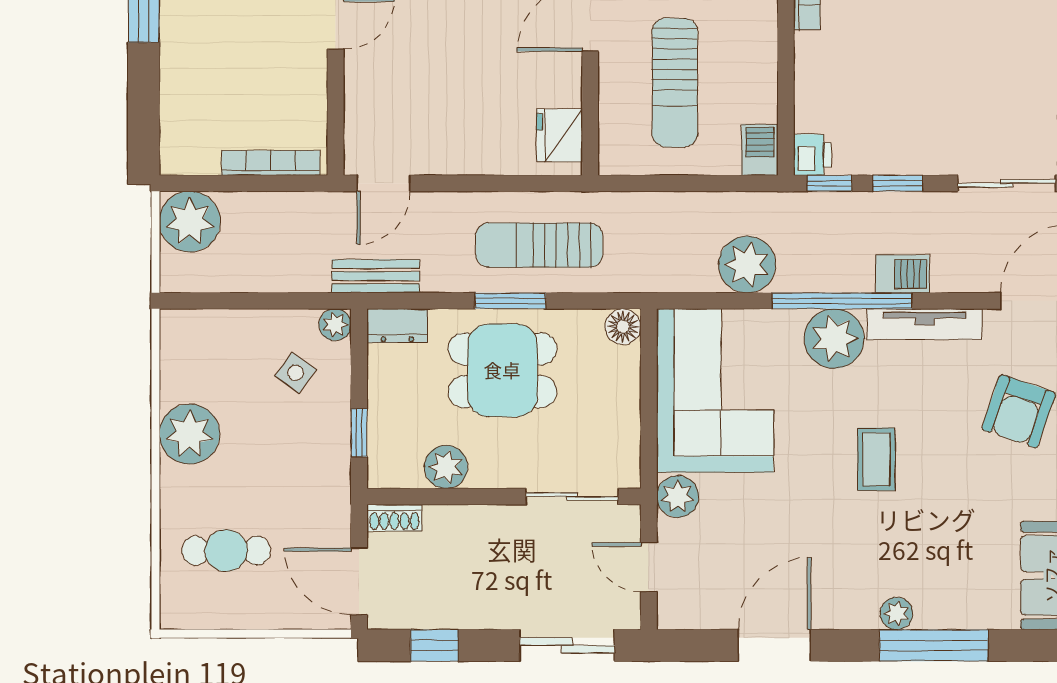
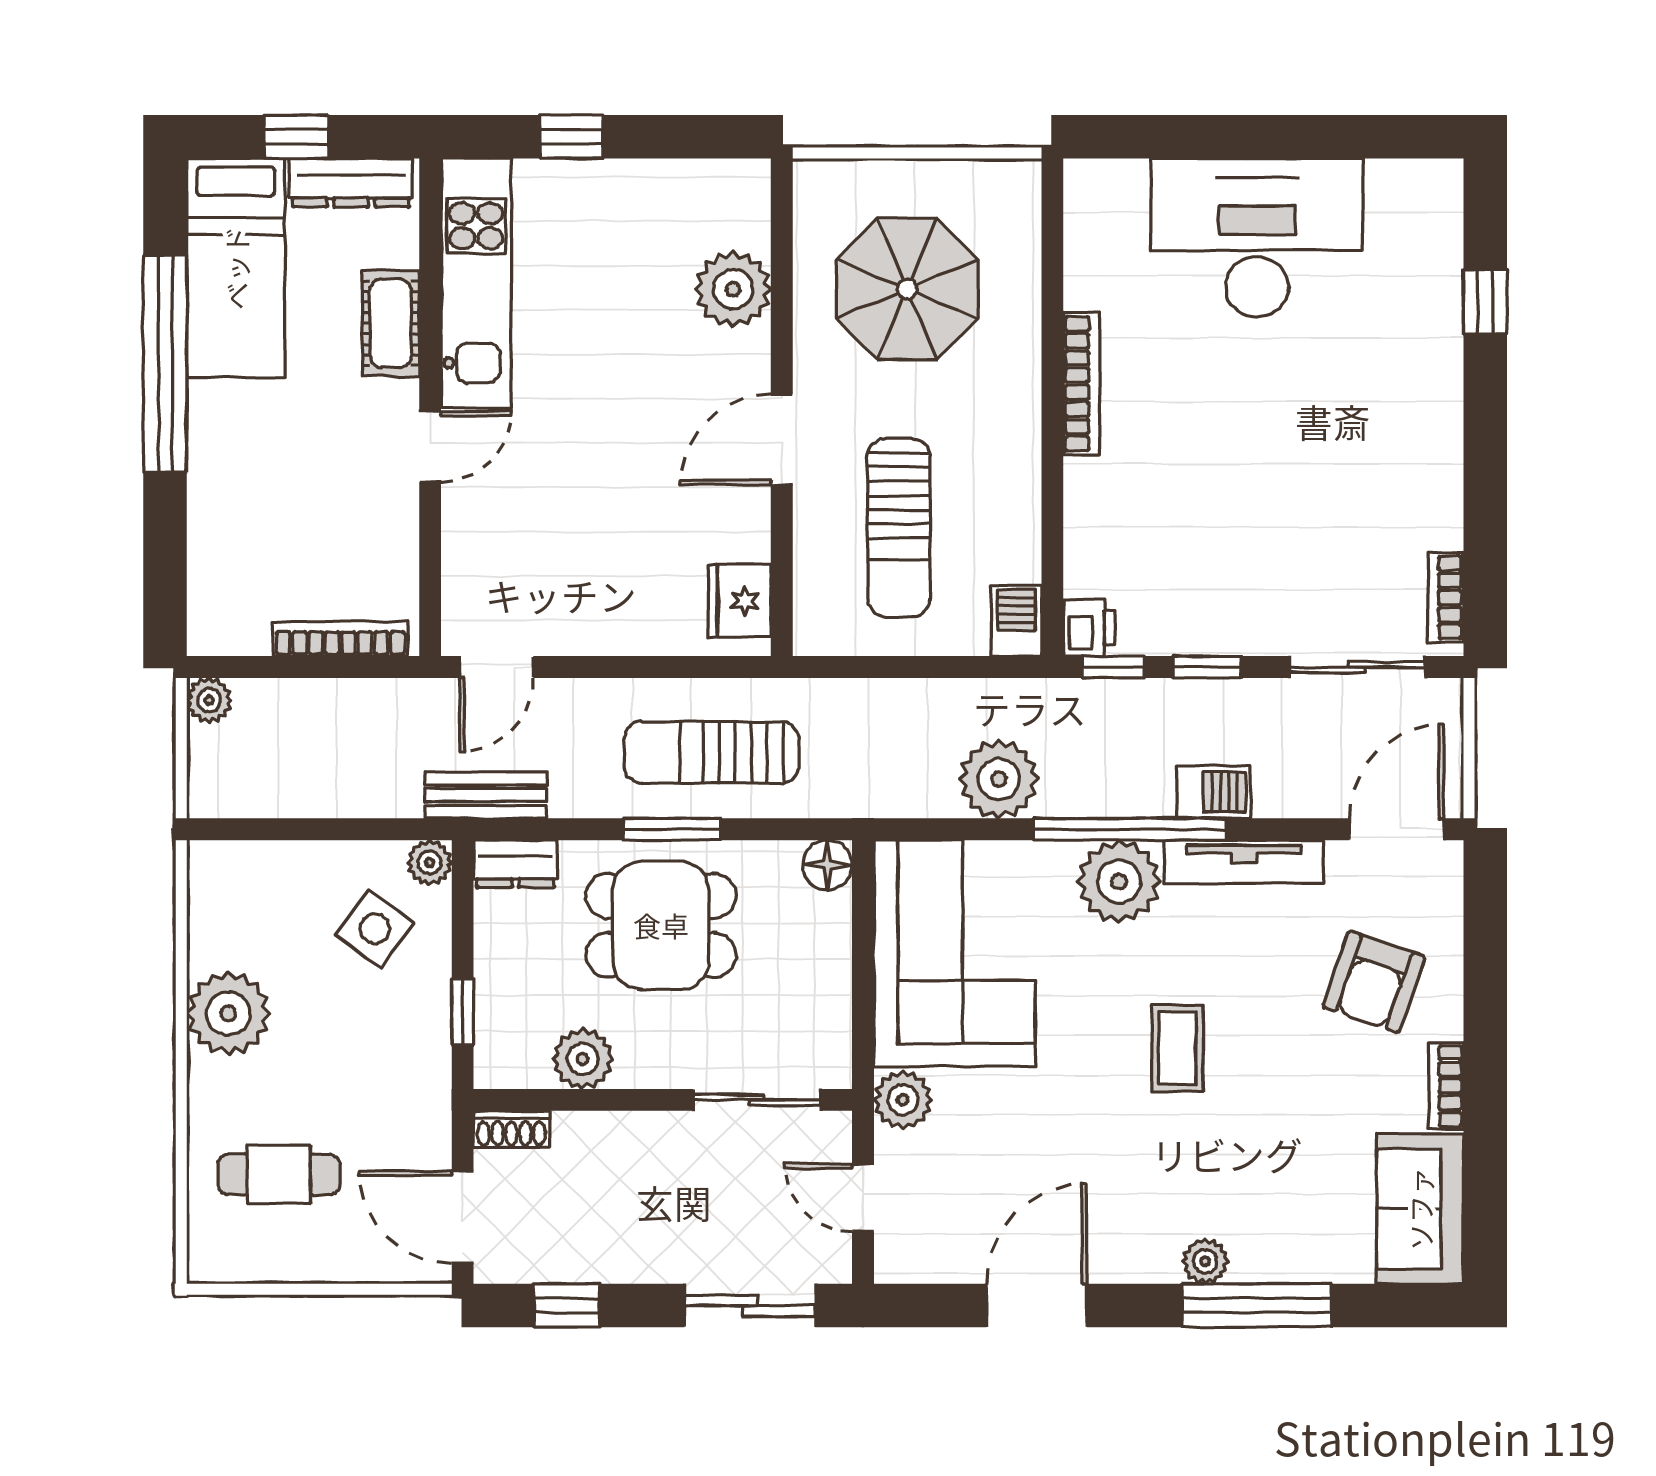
plant: (190, 222) -> (209, 700), width x0.53, depth x0.53
side table: (296, 373) -> (375, 929), width x1.37, depth x1.37

